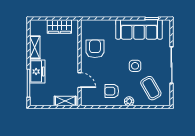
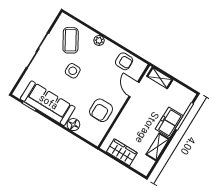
floor lamp: (109, 25) -> (73, 125), added
armchair: (112, 91) -> (124, 61), moved

